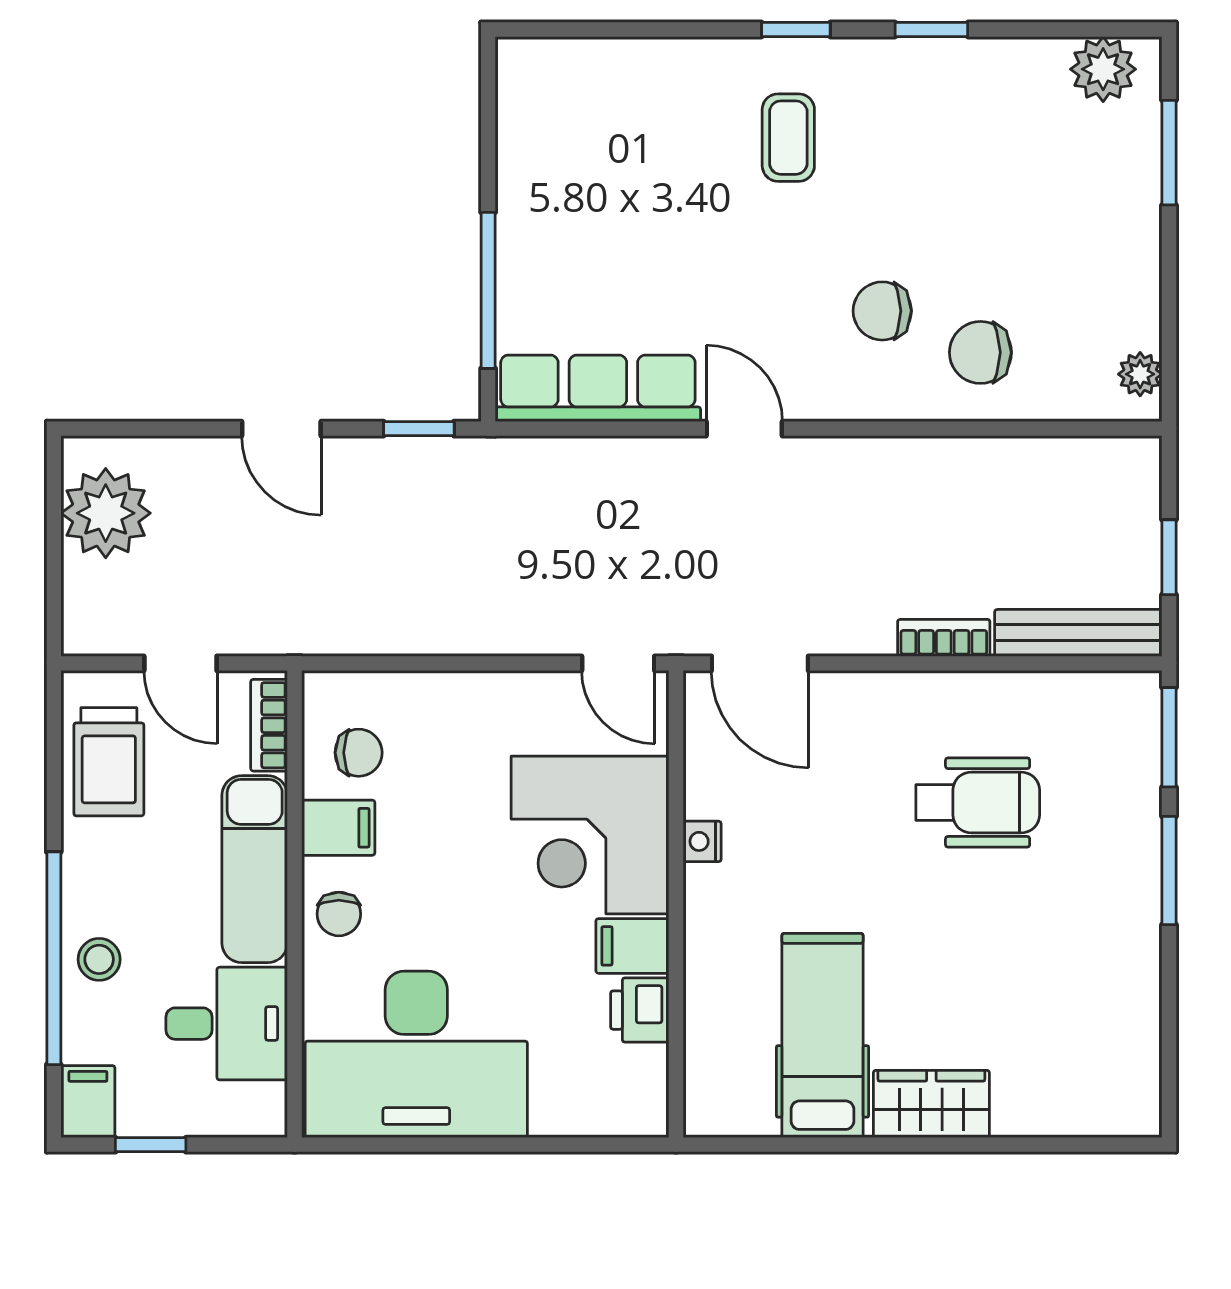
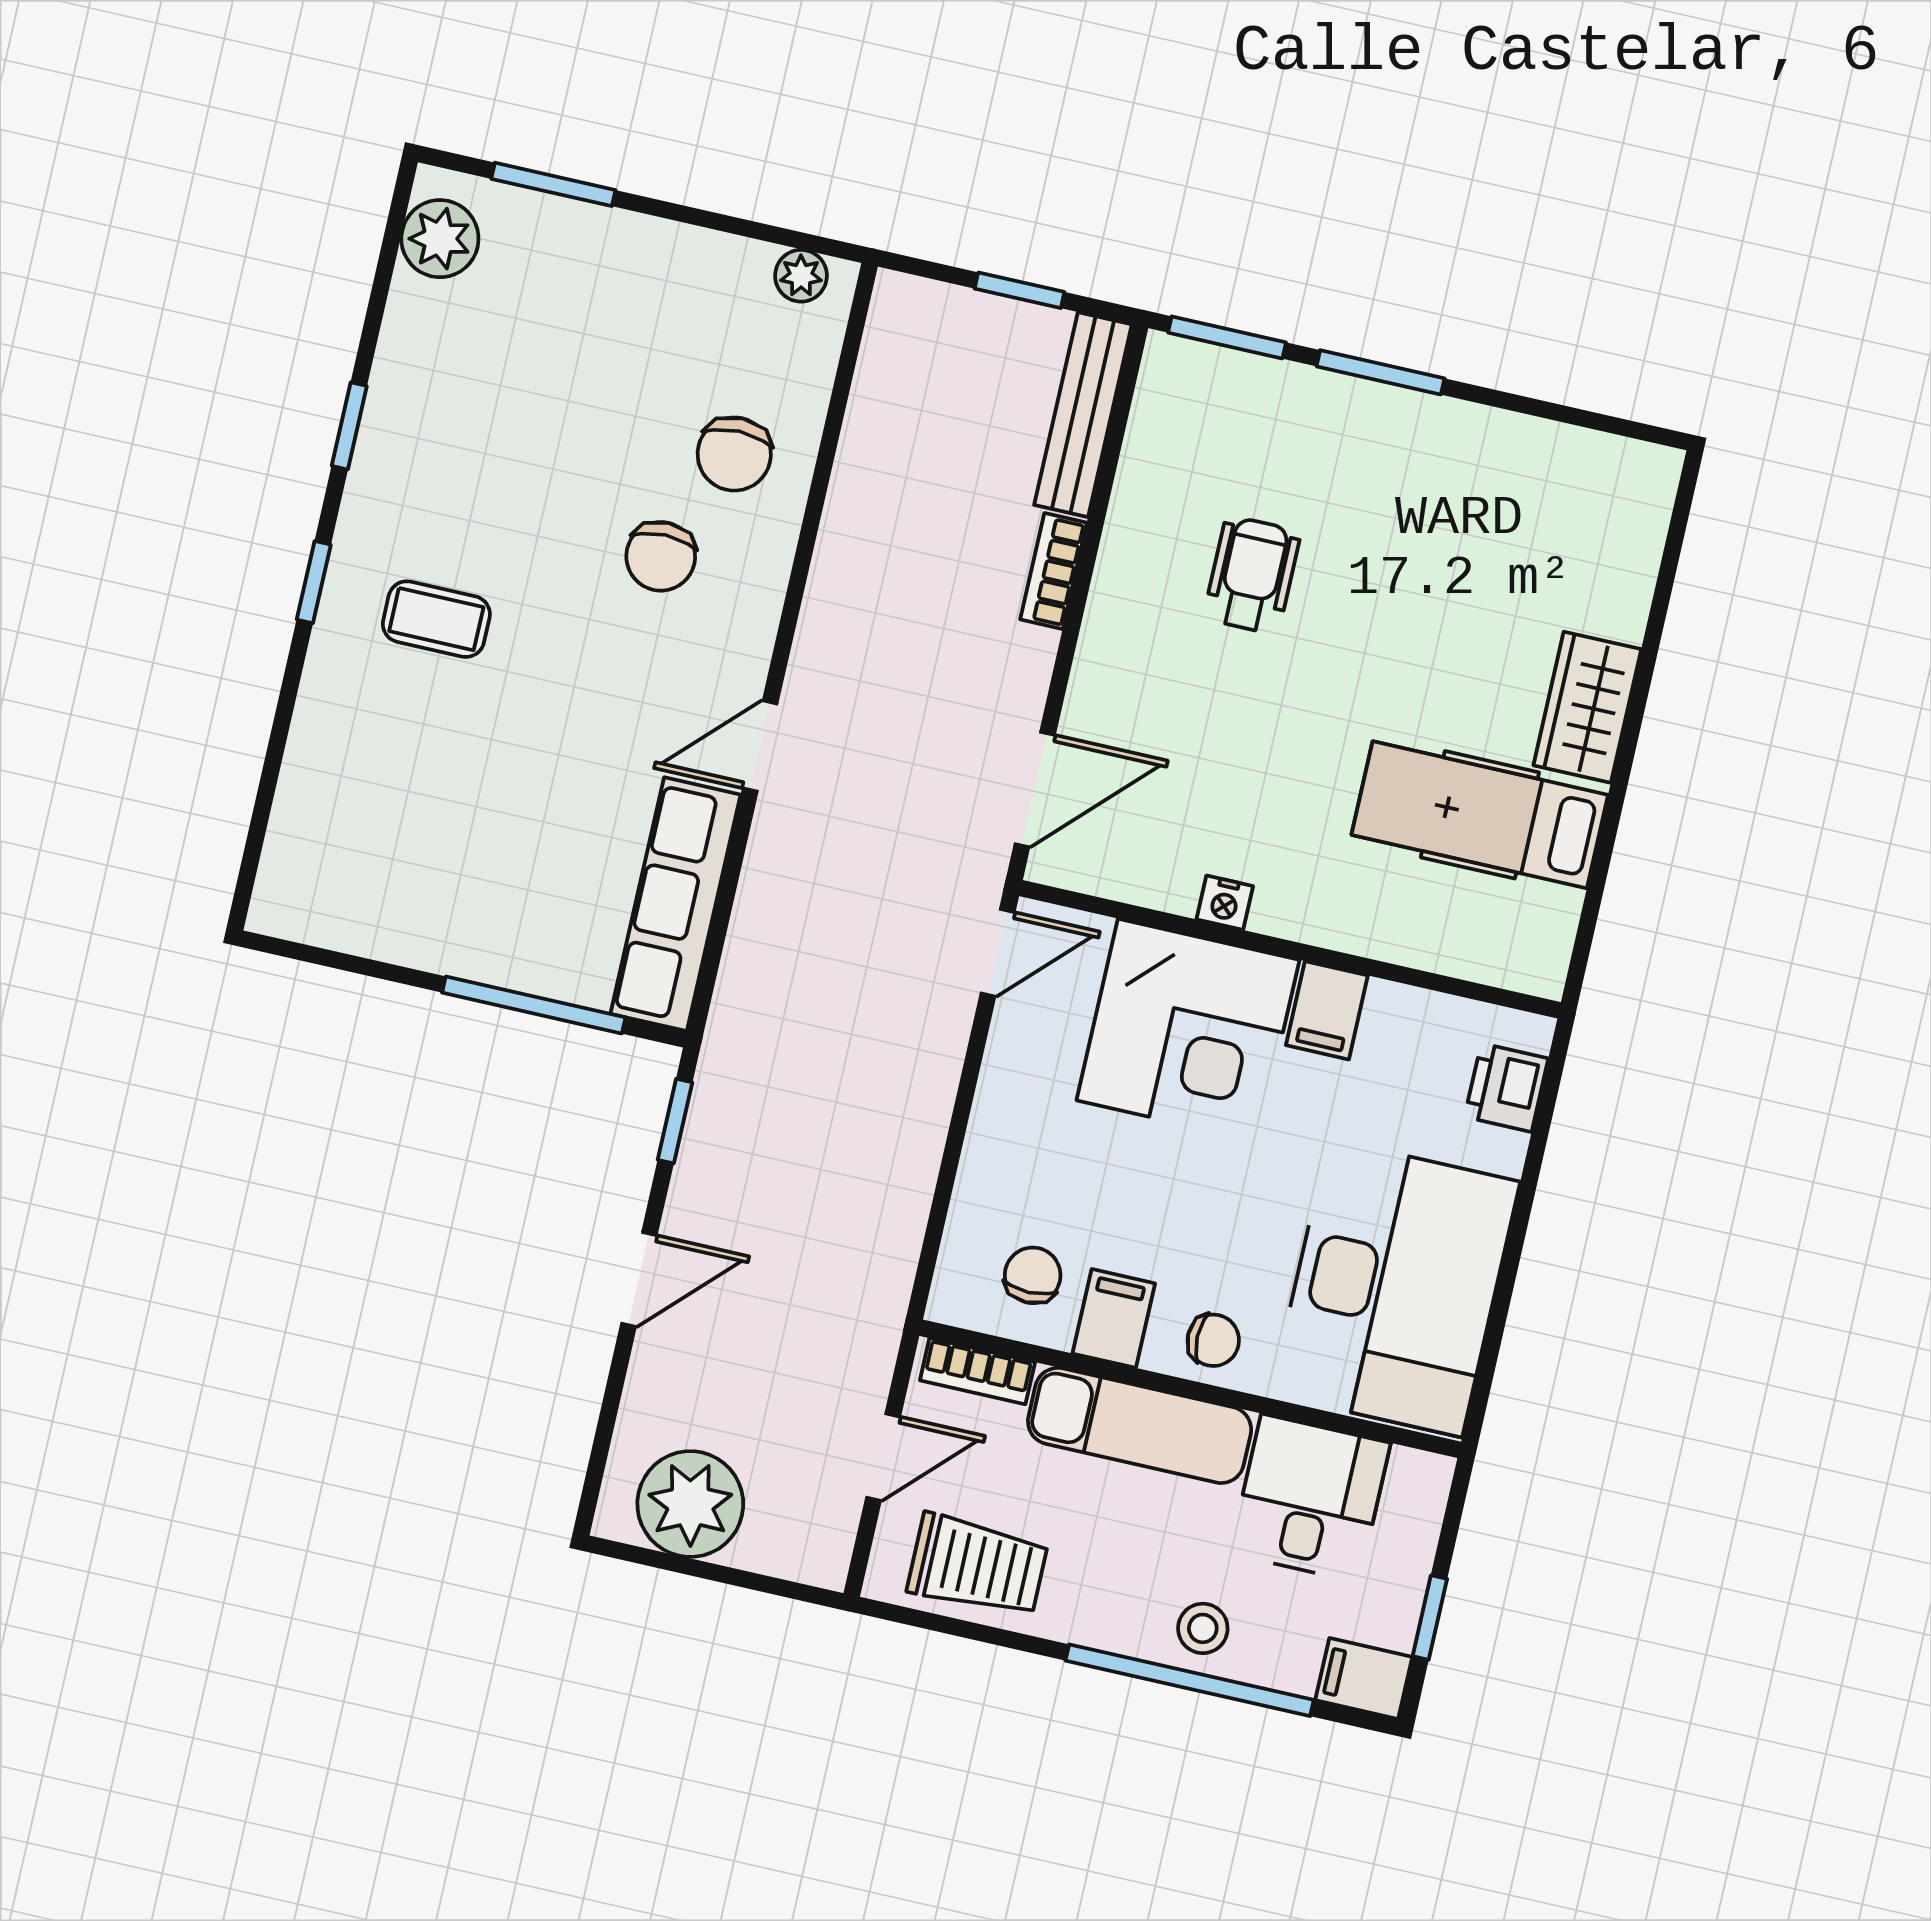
wheelchair: (978, 802) -> (1252, 575), width x0.73, depth x0.73
printer: (640, 1010) -> (1506, 1088), moved, turned 90

